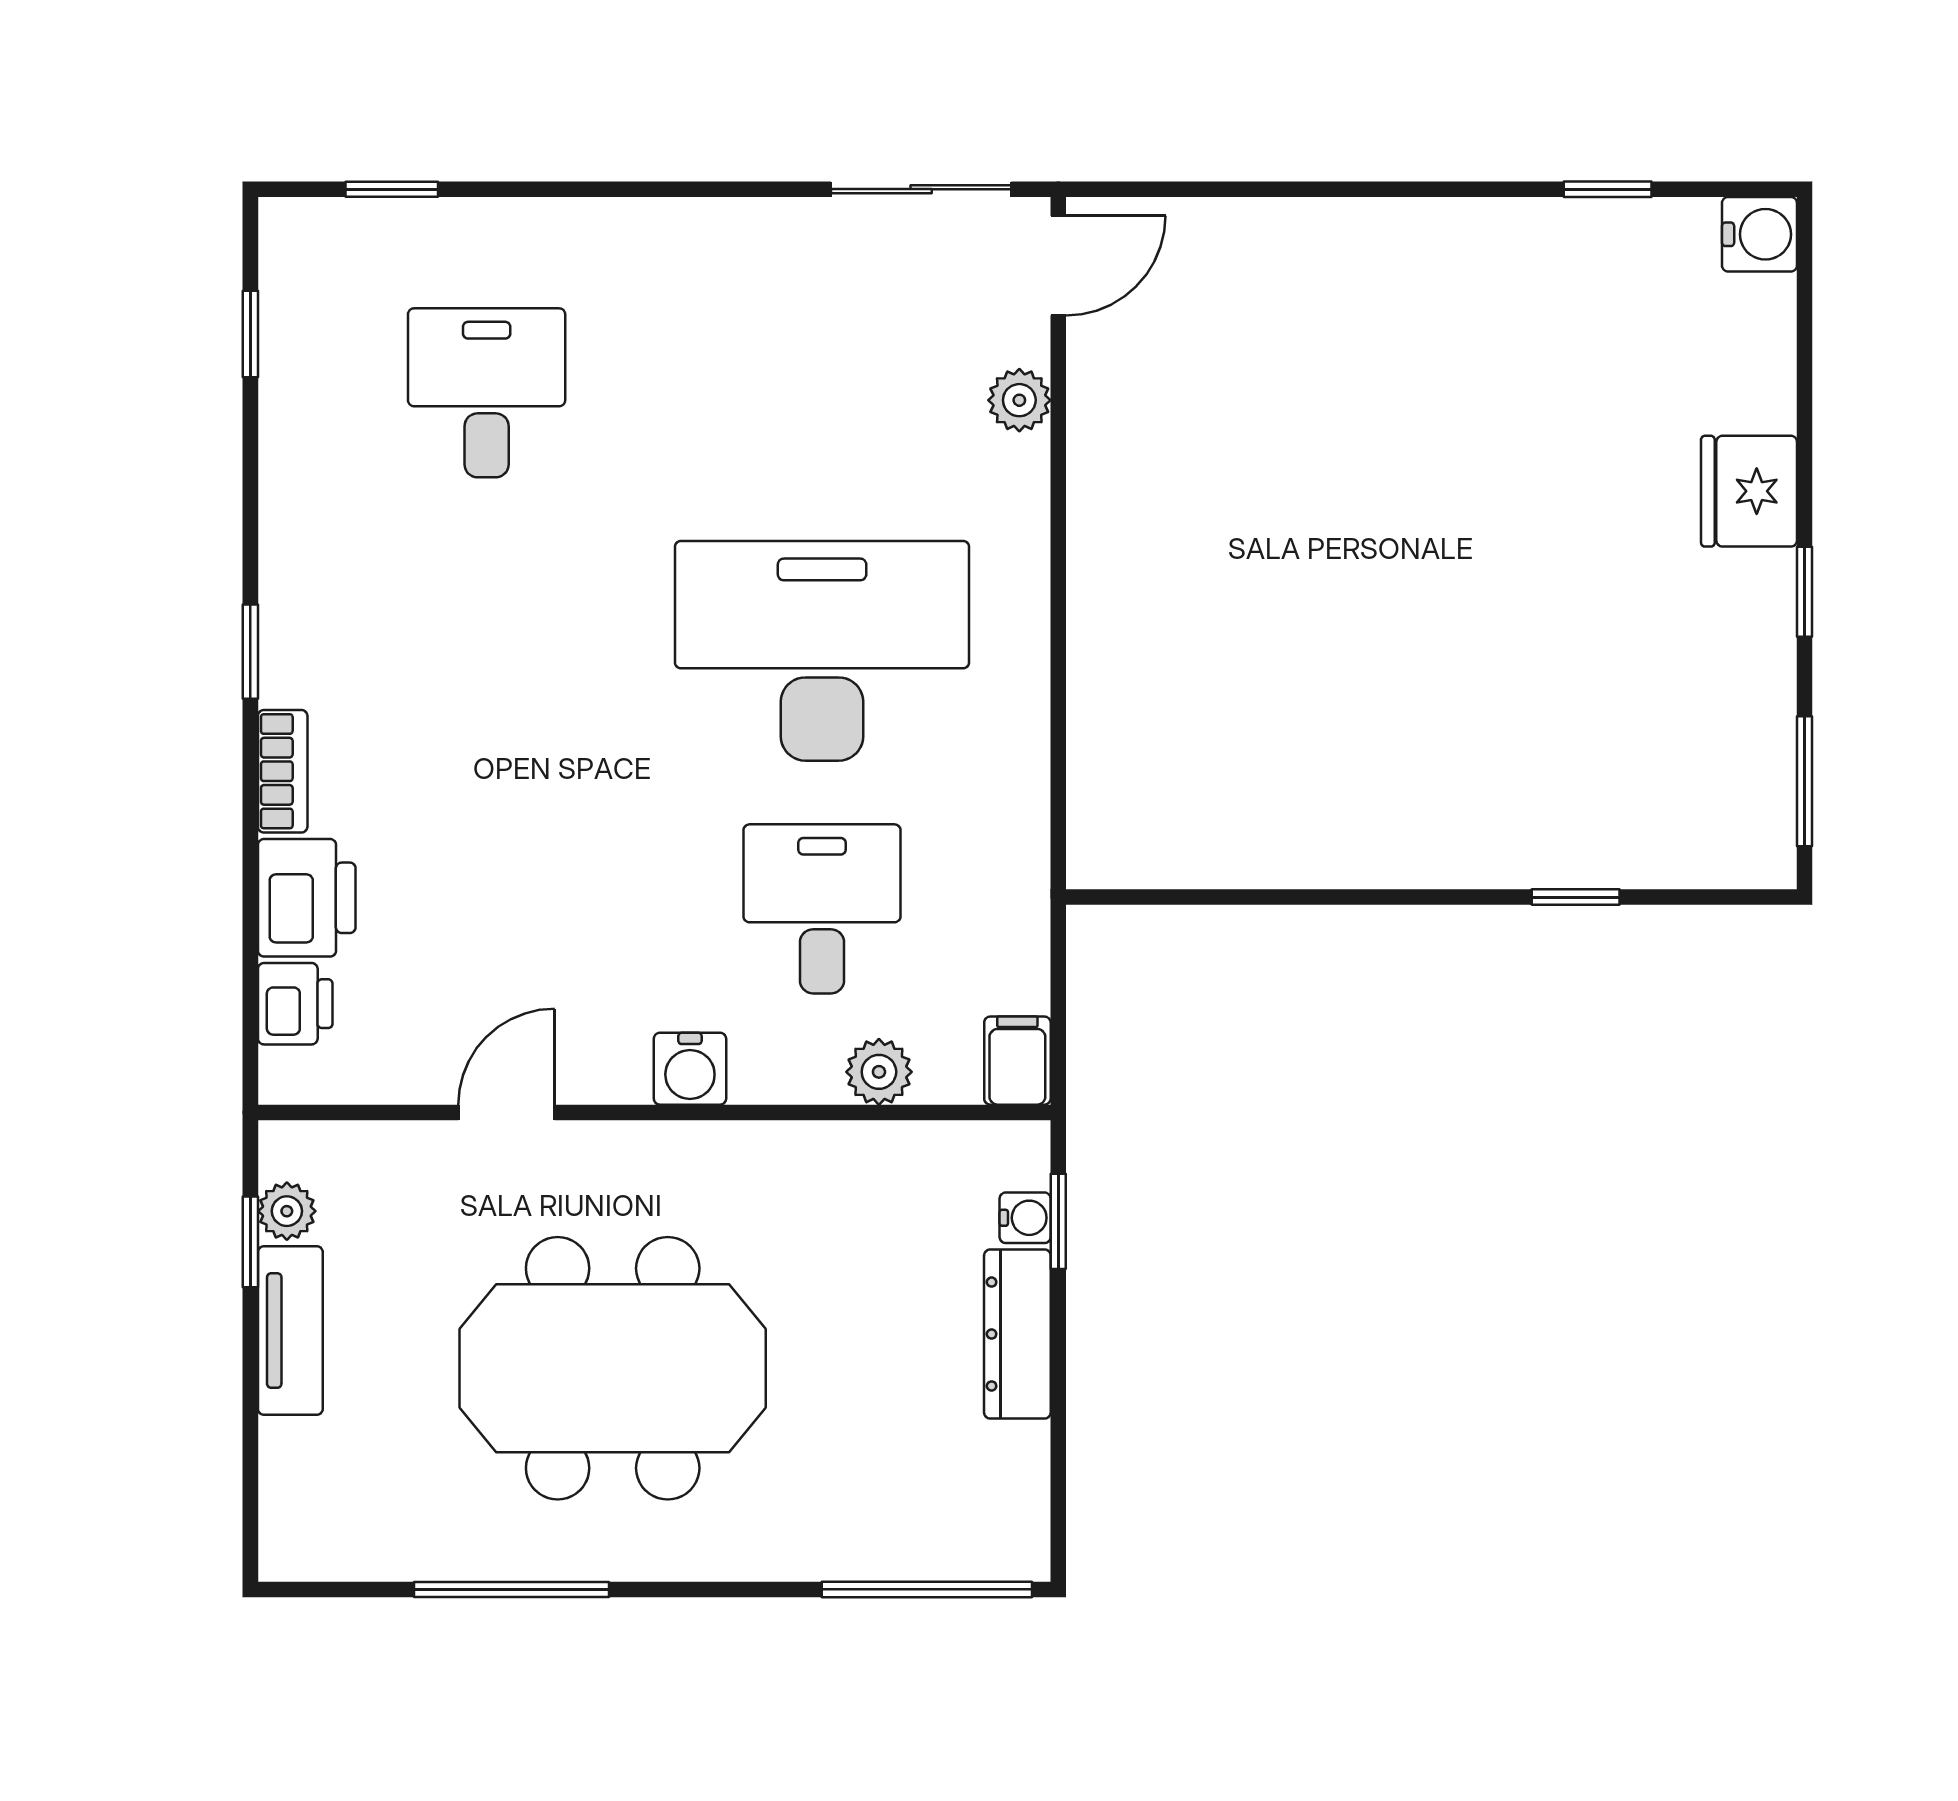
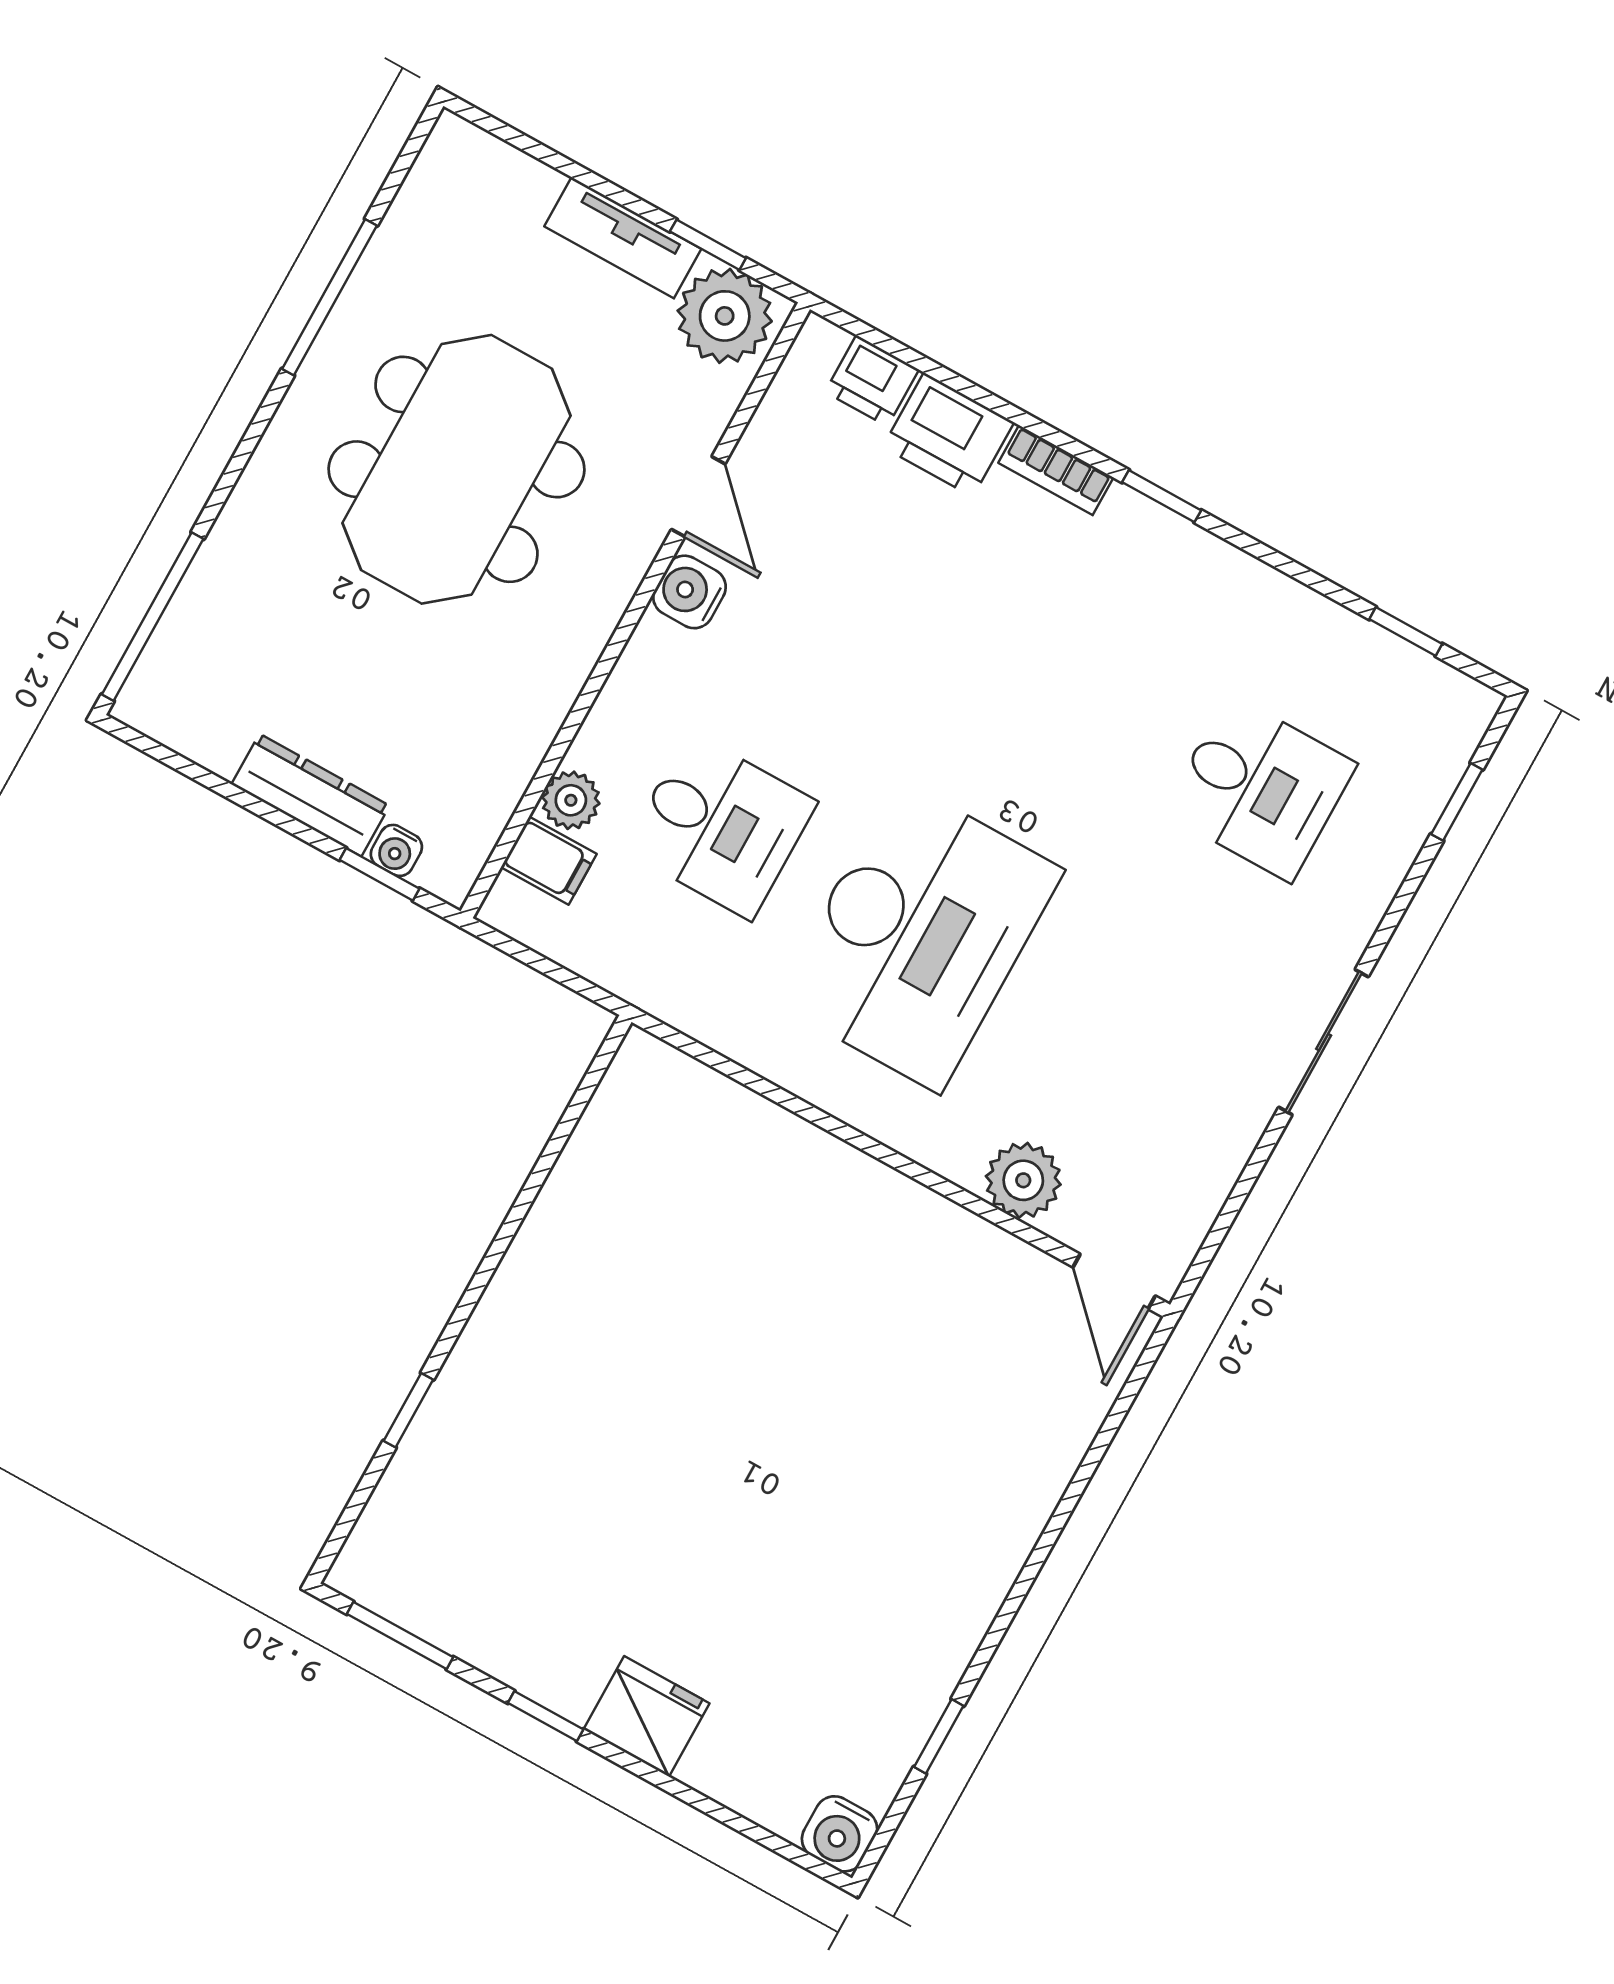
sliding door: (921, 189) -> (1324, 1042), moved
plant: (1019, 400) -> (1023, 1180), width x1.38, depth x1.38
filing cabinet: (1017, 1061) -> (549, 861), moved
water cooler: (690, 1069) -> (689, 592), moved
plant: (287, 1211) -> (725, 316), width x1.88, depth x1.88

